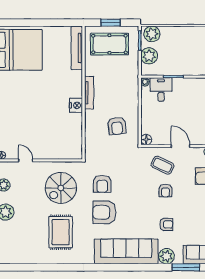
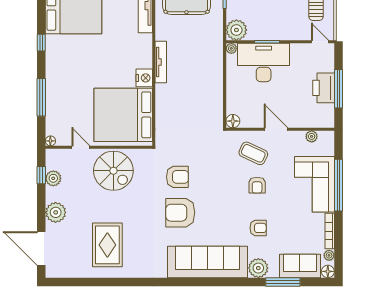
plant: (149, 56) -> (236, 30), moved
desk: (161, 90) -> (264, 62), width x1.87, depth x1.30
armchair: (117, 126) -> (196, 104), removed
bed: (59, 135) -> (123, 115), added
armchair: (102, 184) -> (177, 177), turned -90
spiral stairs: (61, 188) -> (113, 171), moved, turned -90
rug: (61, 232) -> (107, 245), moved

